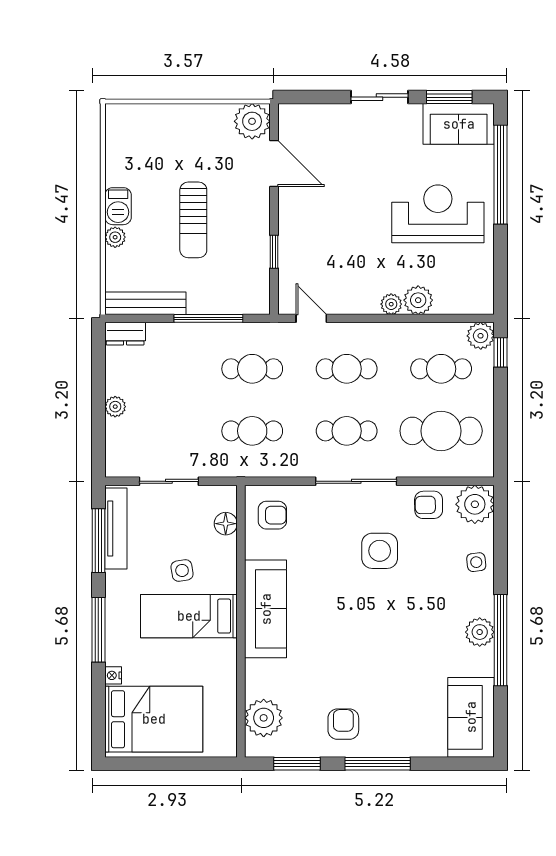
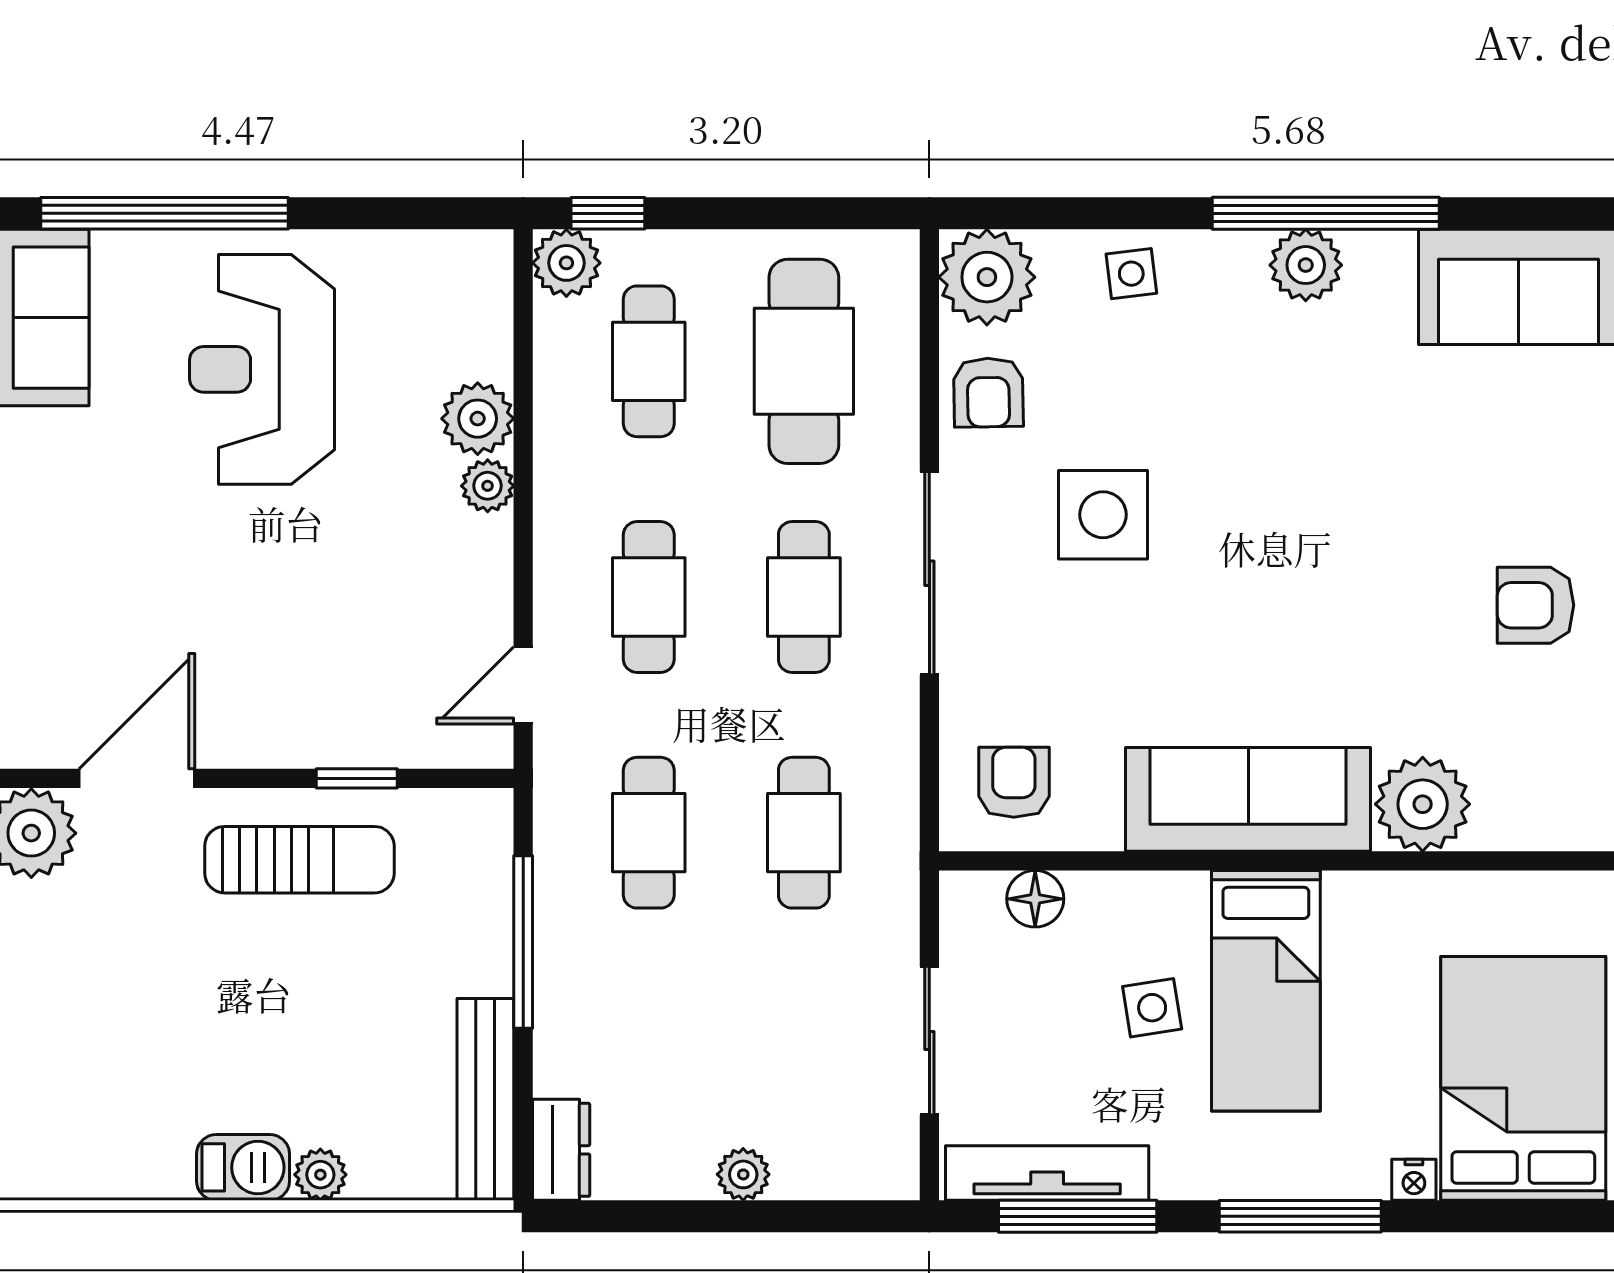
sun lounger: (193, 220) -> (299, 860), moved
plant: (264, 718) -> (1423, 804), moved

